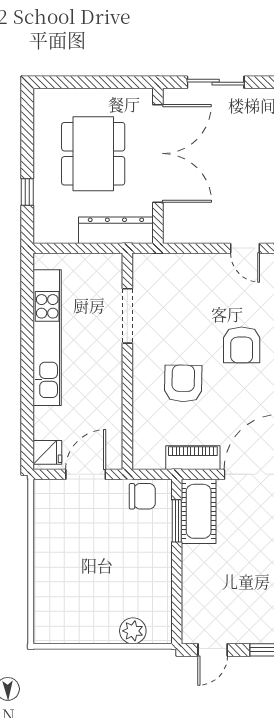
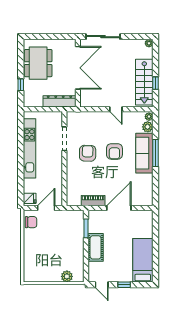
sliding door: (216, 82) -> (103, 37), width x1.37
dining table: (93, 154) -> (38, 63), moved
armchair: (183, 383) -> (88, 153), moved
chair: (142, 496) -> (31, 222), moved
cot: (199, 511) -> (96, 247), moved
door: (213, 650) -> (102, 285), hinge flipped

